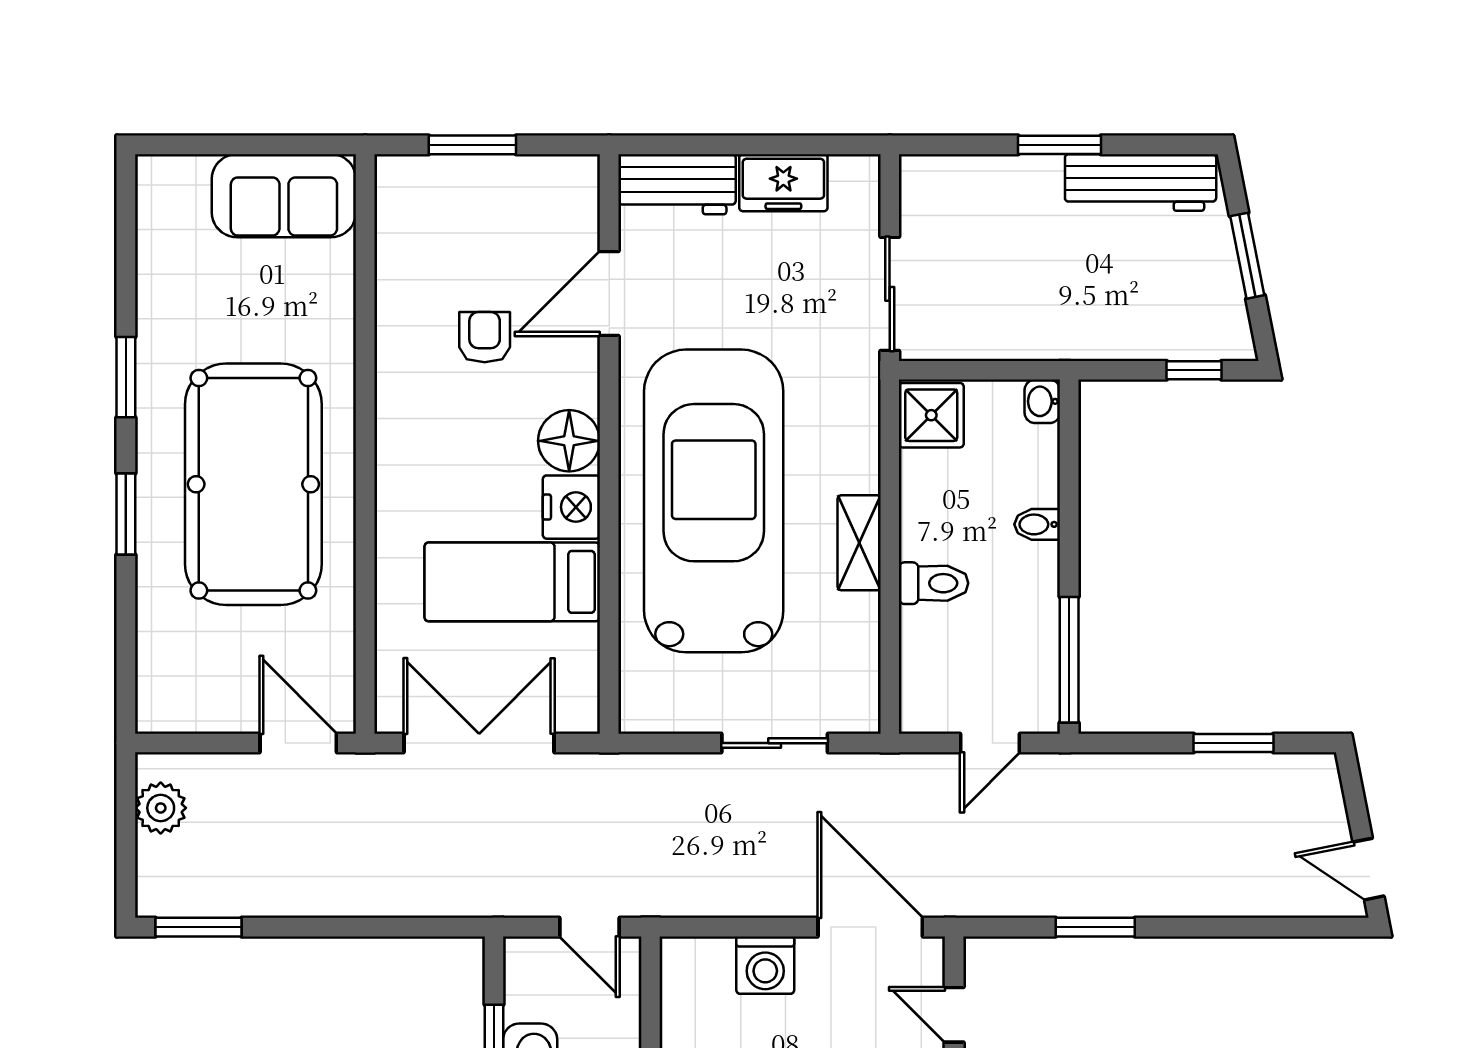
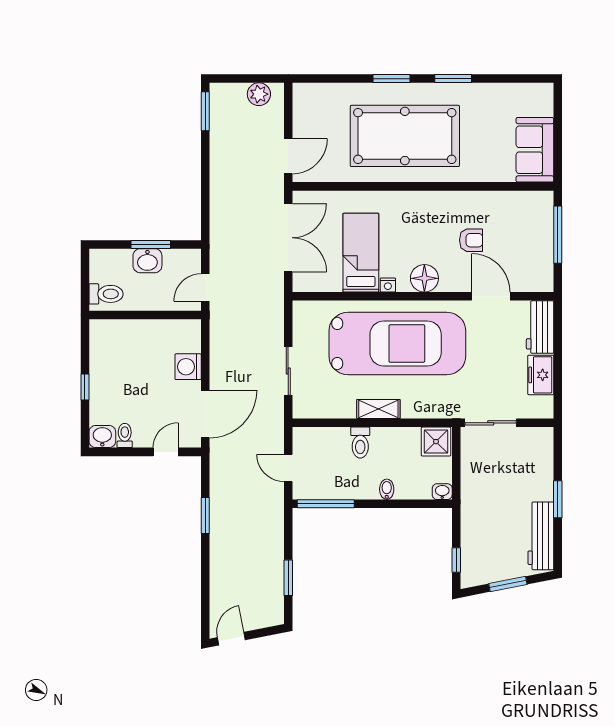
window: (472, 145) -> (558, 235), width x1.44
nightstand: (571, 507) -> (388, 285), width x0.53, depth x0.56

